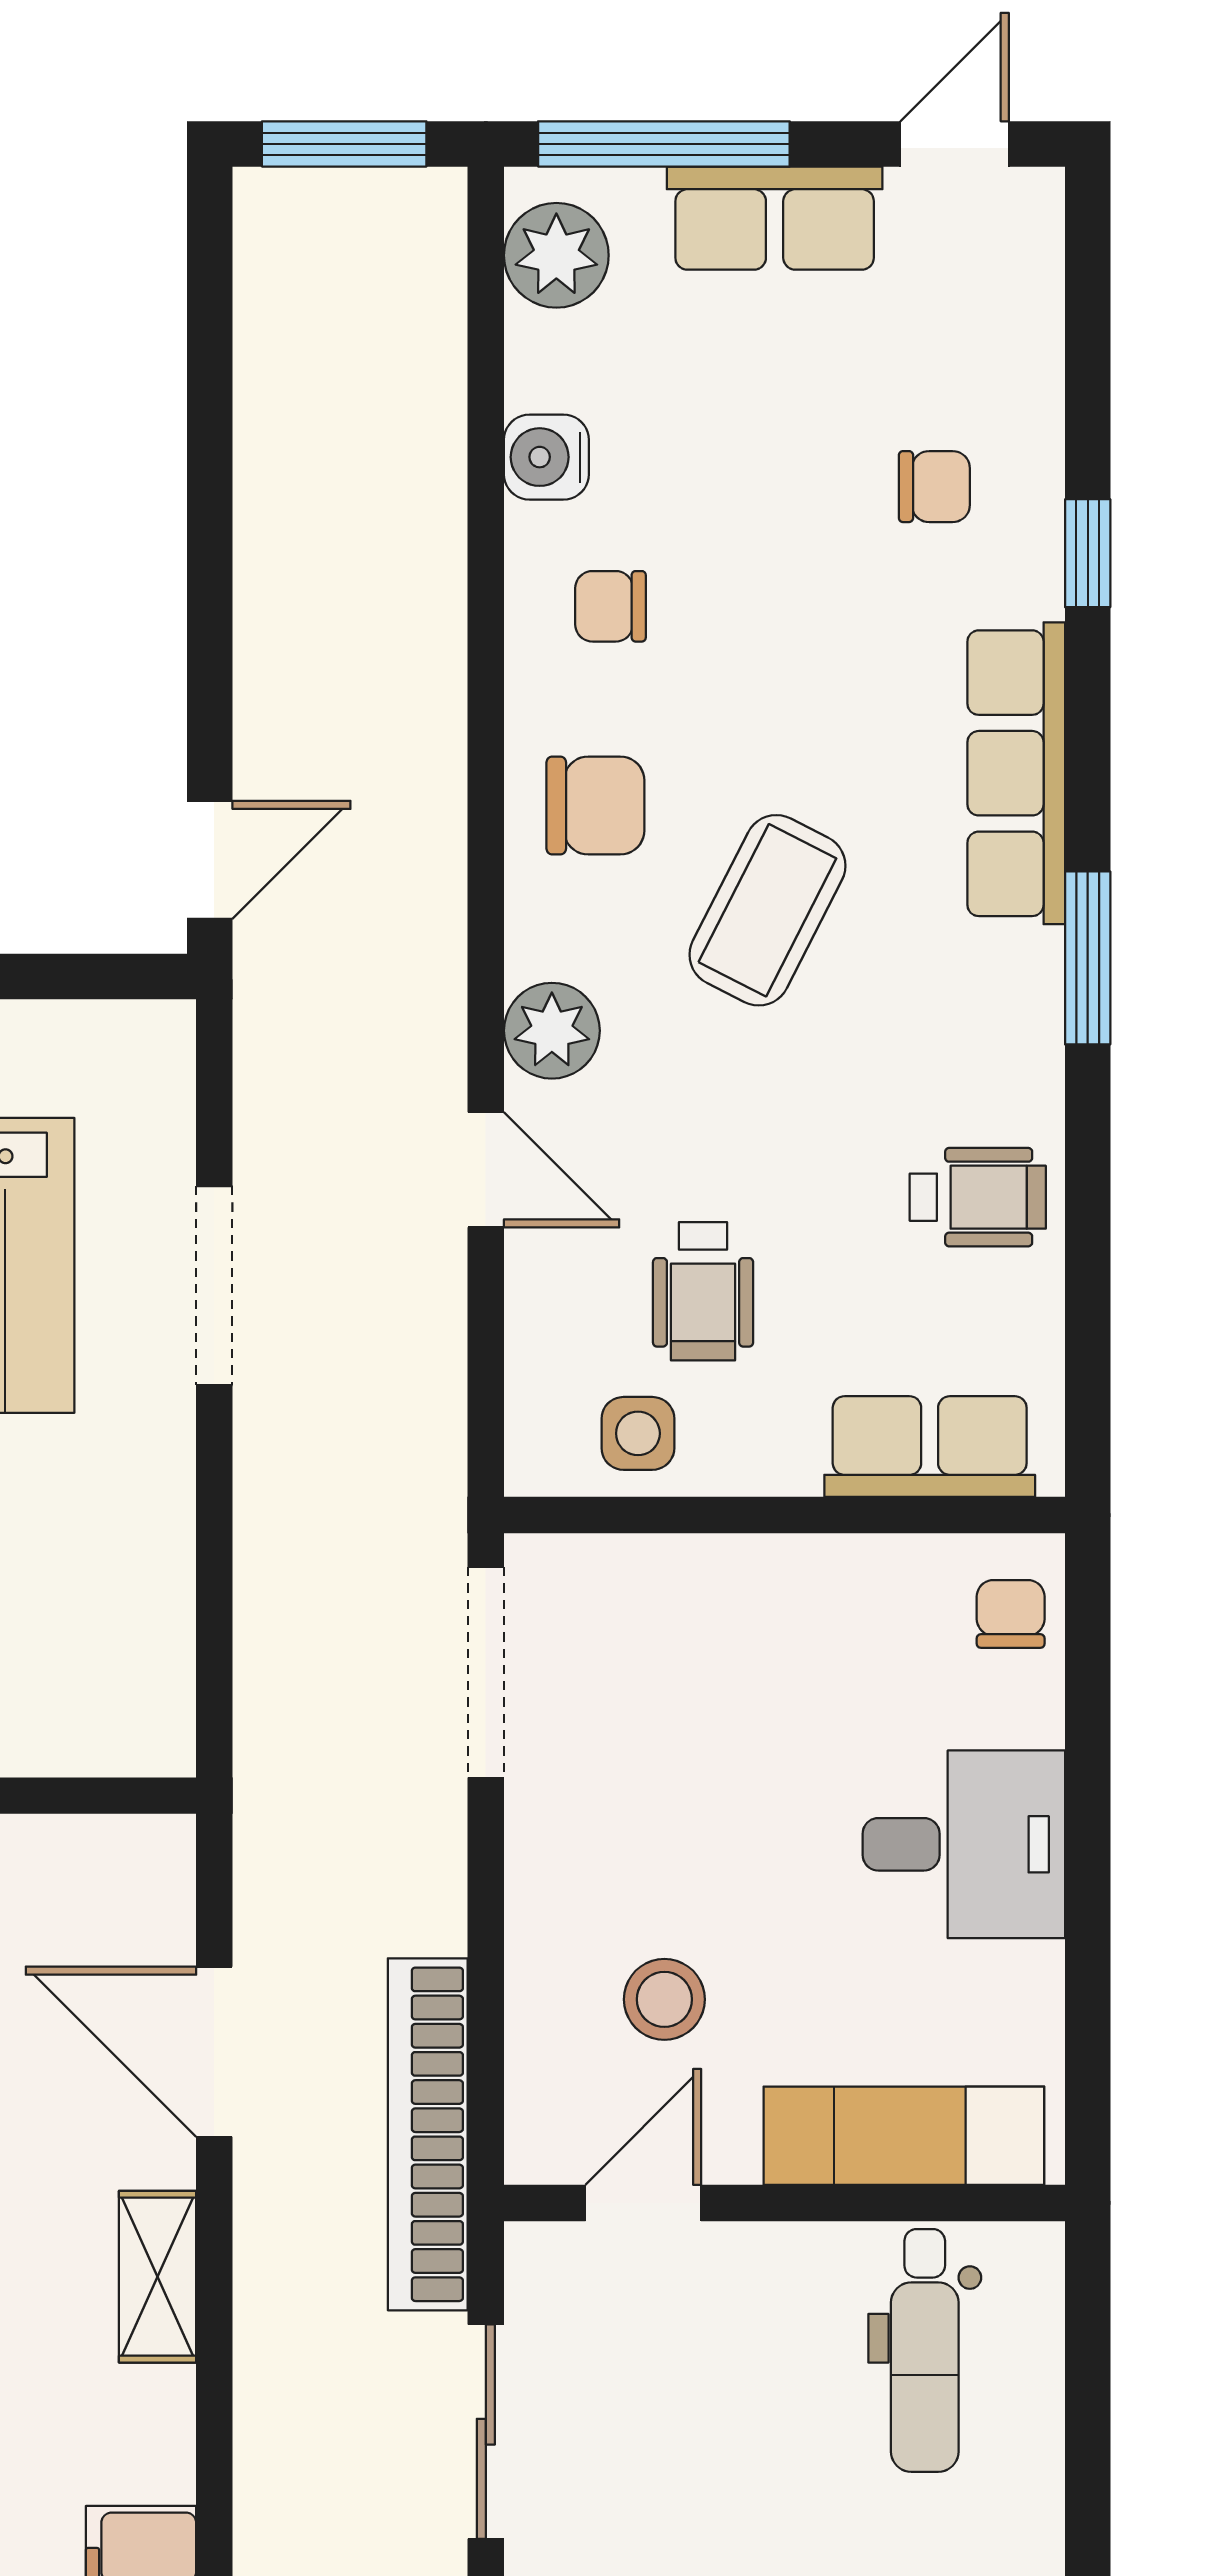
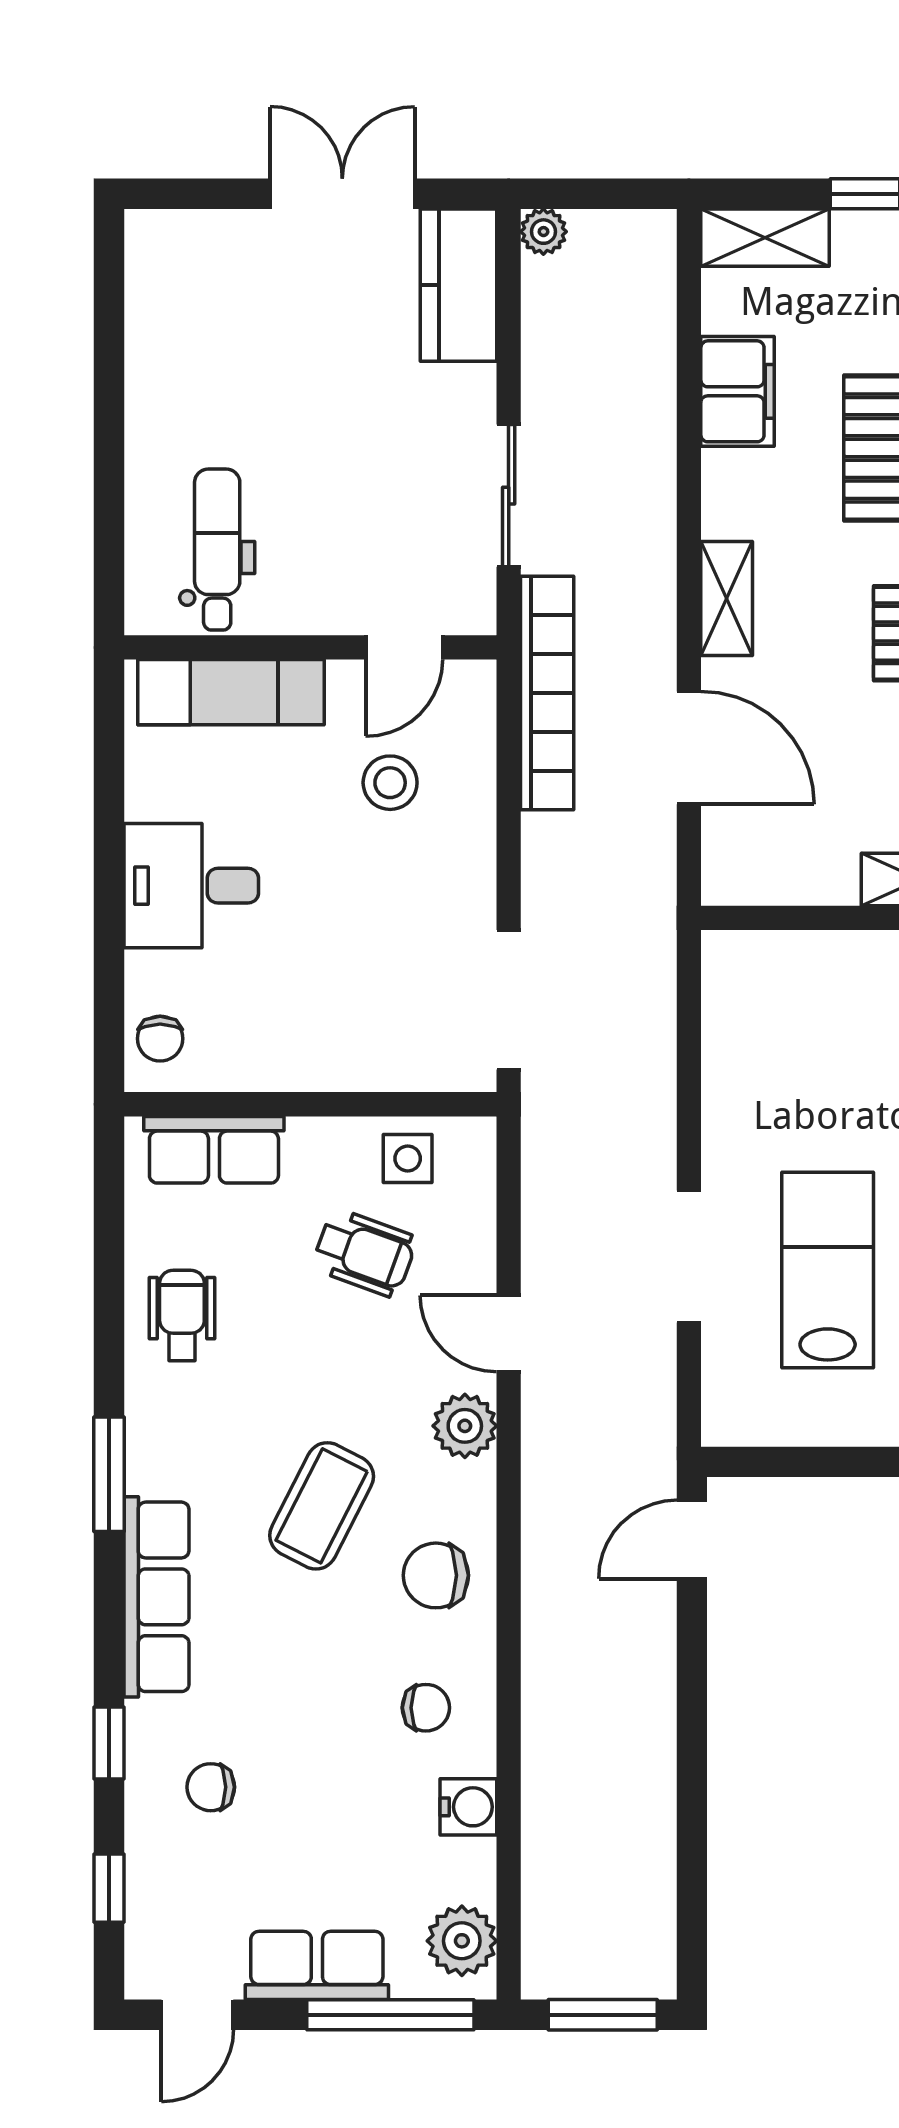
window: (1088, 335) -> (109, 1888), added
wheelchair: (978, 1197) -> (182, 1315), turned 90
wheelchair: (703, 1291) -> (364, 1253), turned 110

